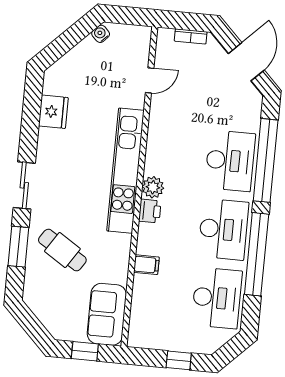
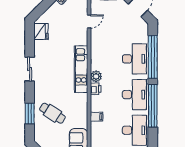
fridge: (53, 112) -> (41, 32), moved
kitchen unit: (126, 171) -> (81, 69), width x0.73
sliding door: (24, 185) -> (30, 69), moved

